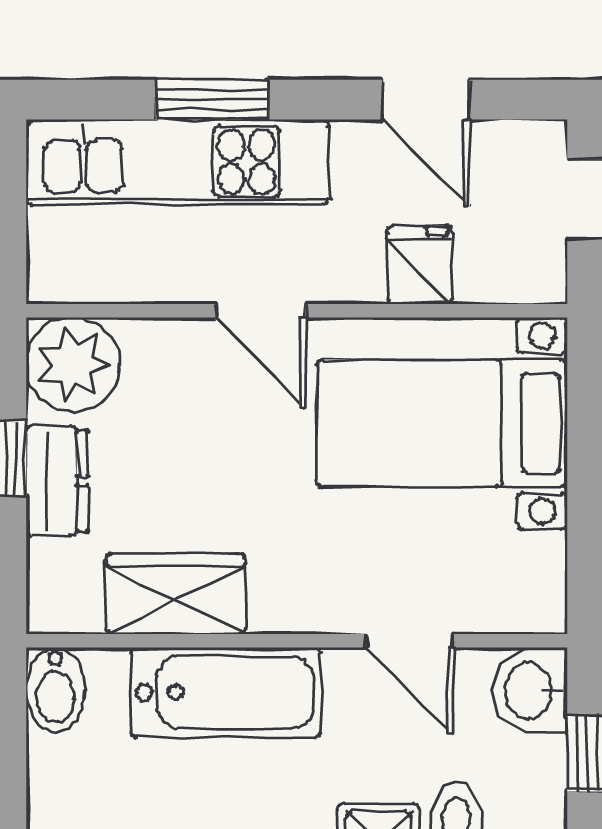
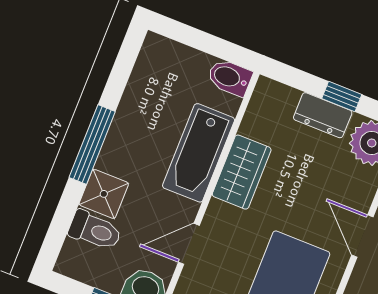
door: (261, 311) -> (362, 236), hinge flipped
wardrobe: (176, 594) -> (242, 172), moved

